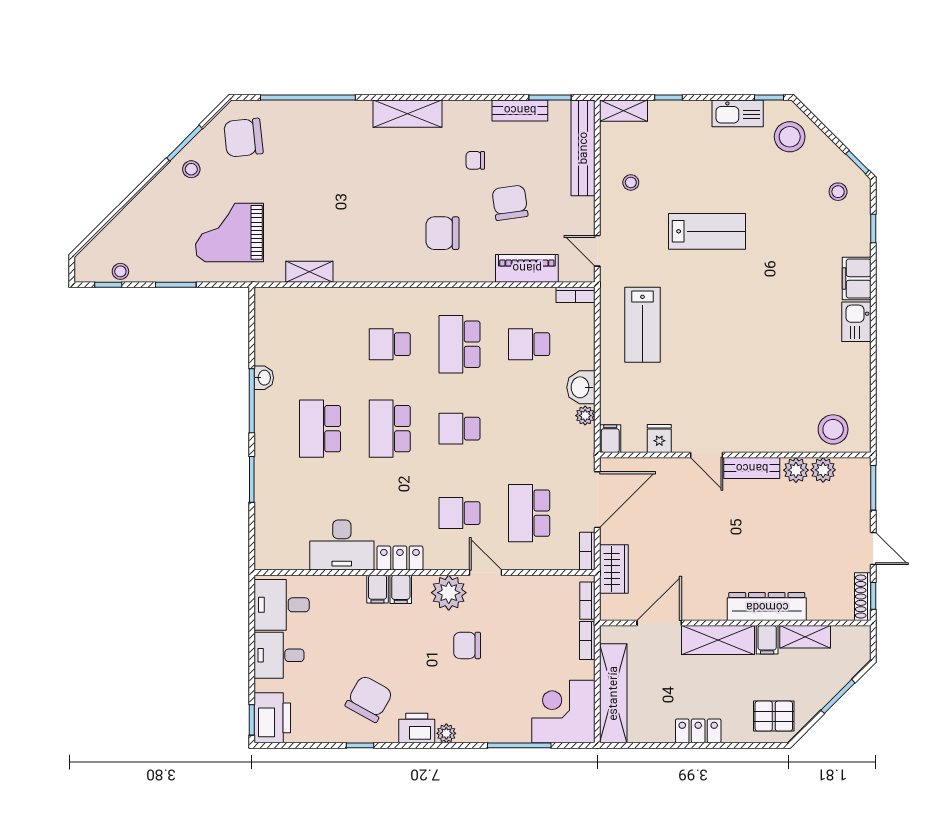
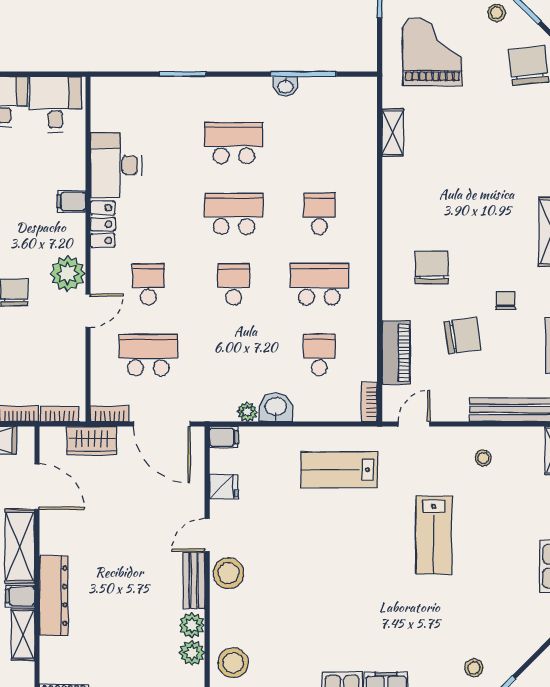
stool: (790, 137) -> (229, 573), moved
window: (252, 401) -> (304, 74), moved
filing cabinet: (401, 589) -> (71, 225), removed

